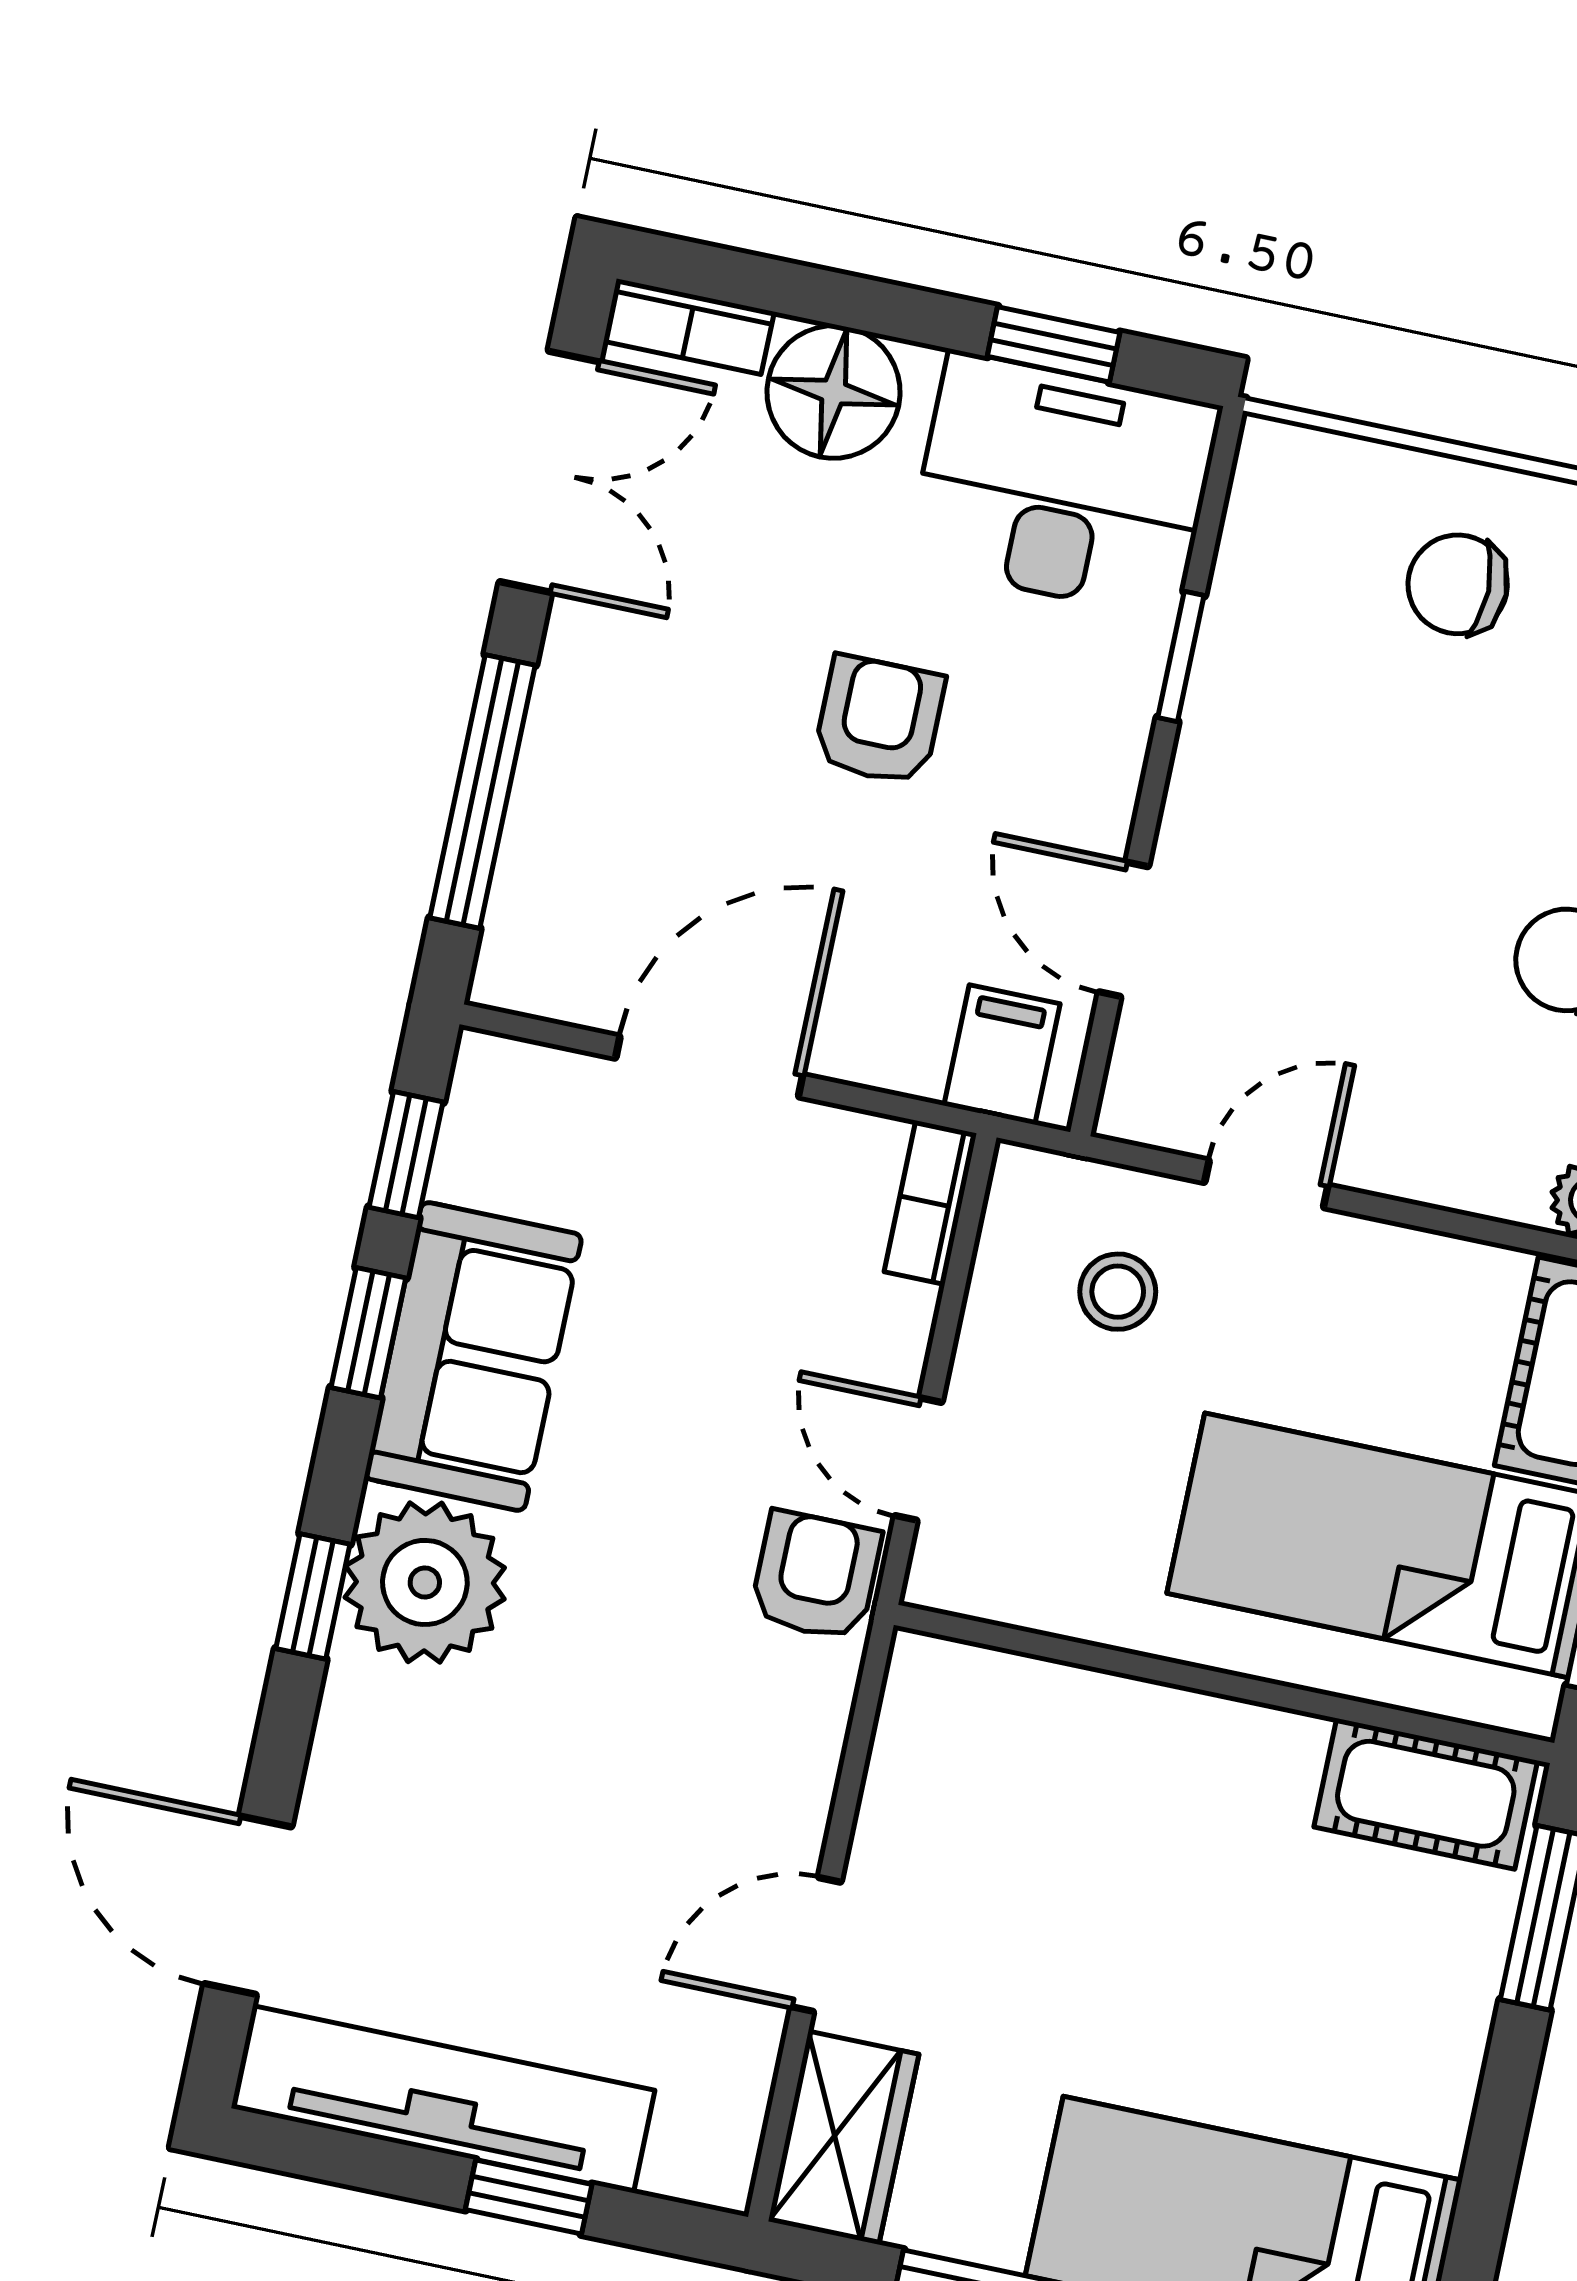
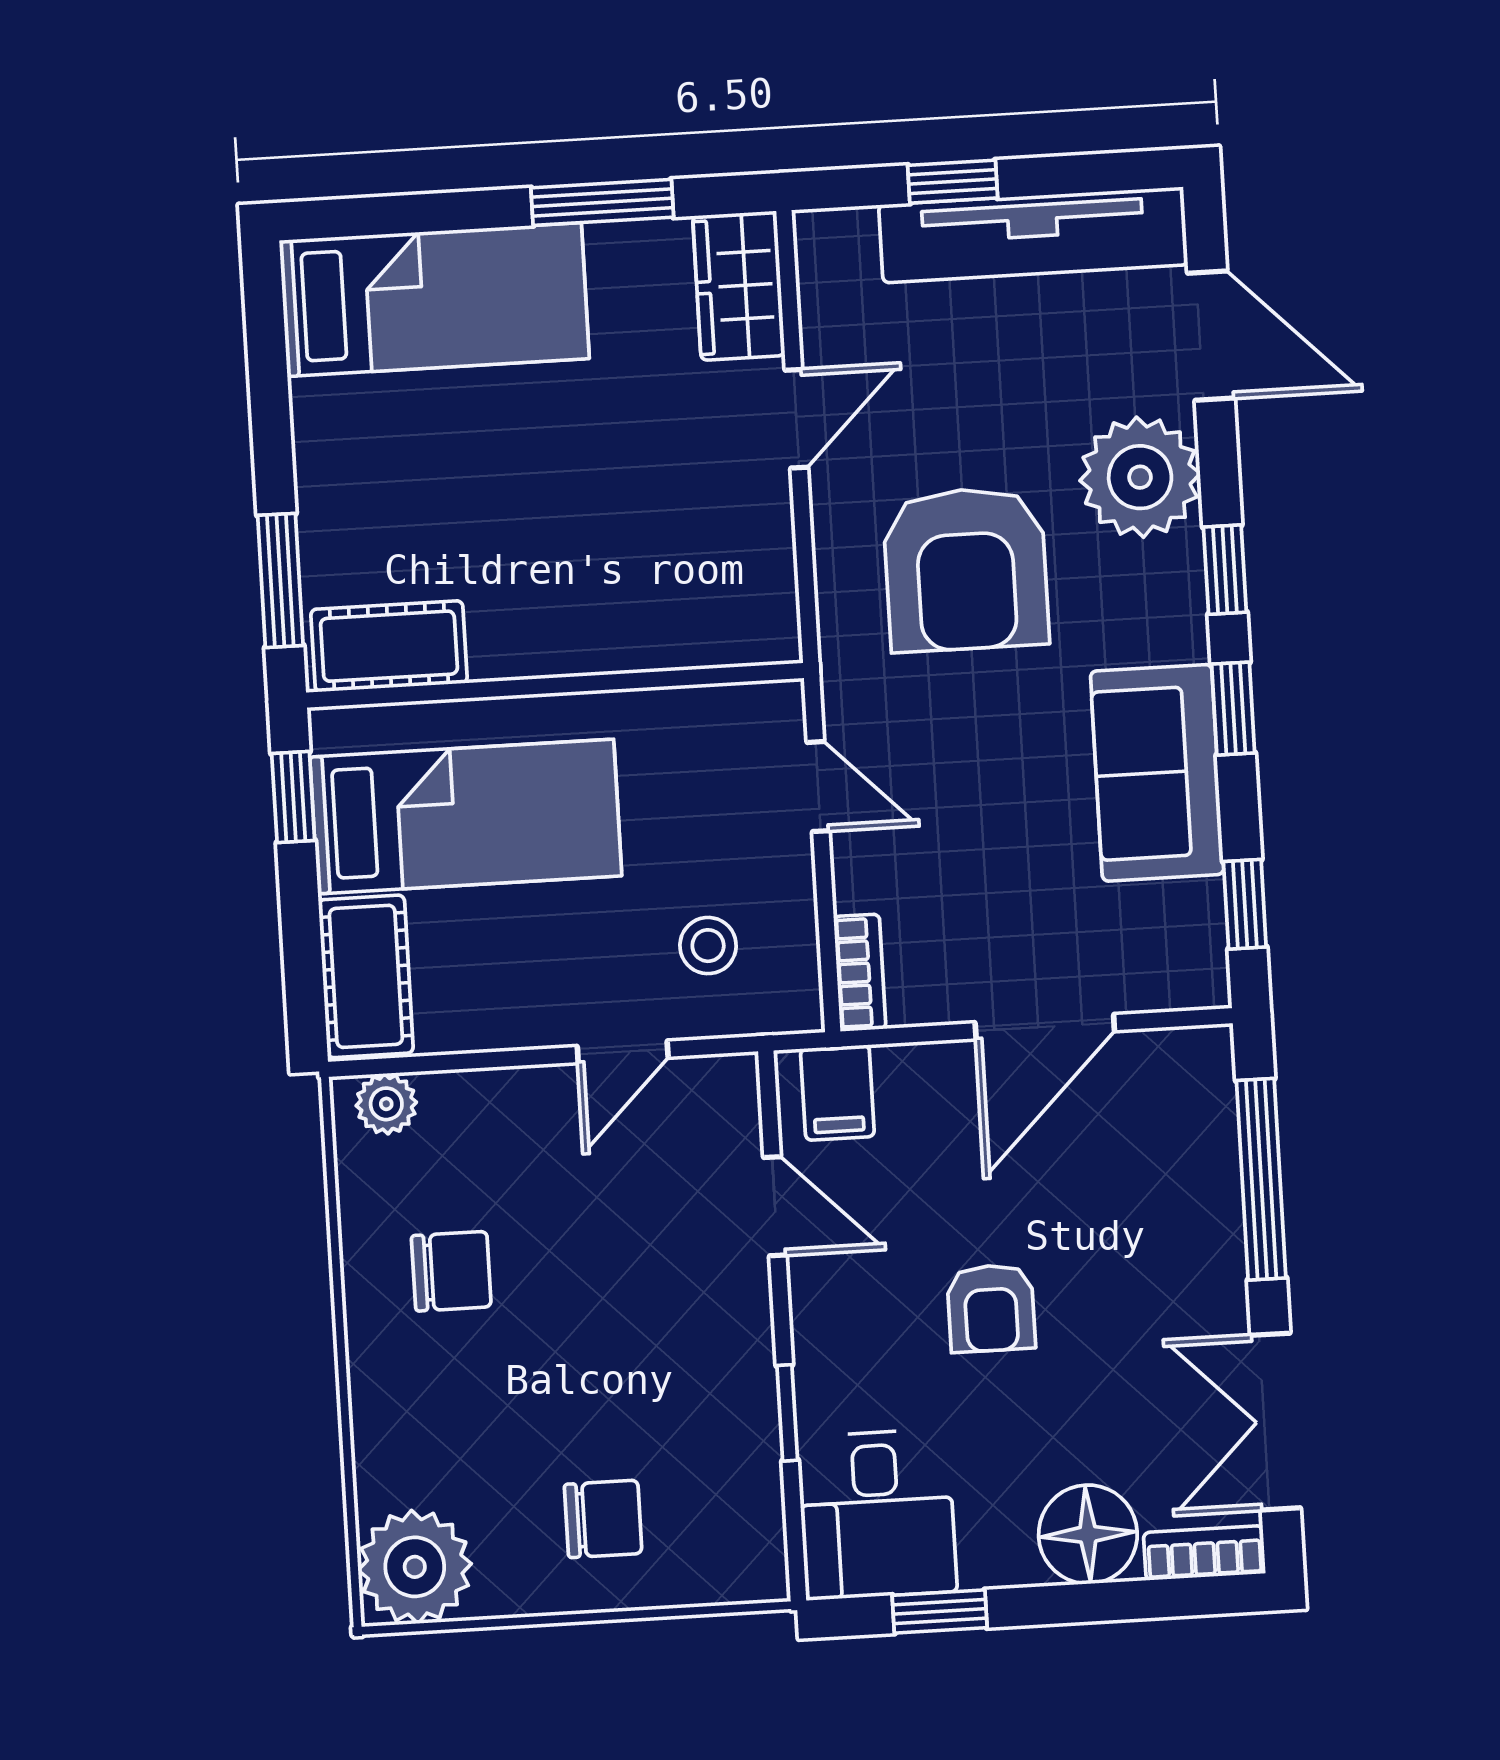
desk: (1063, 485) -> (877, 1514), width x0.73
window: (368, 1333) -> (1233, 709), moved
armchair: (816, 1576) -> (966, 569), moved, width x1.88, depth x1.88
plant: (425, 1582) -> (1140, 477), moved

